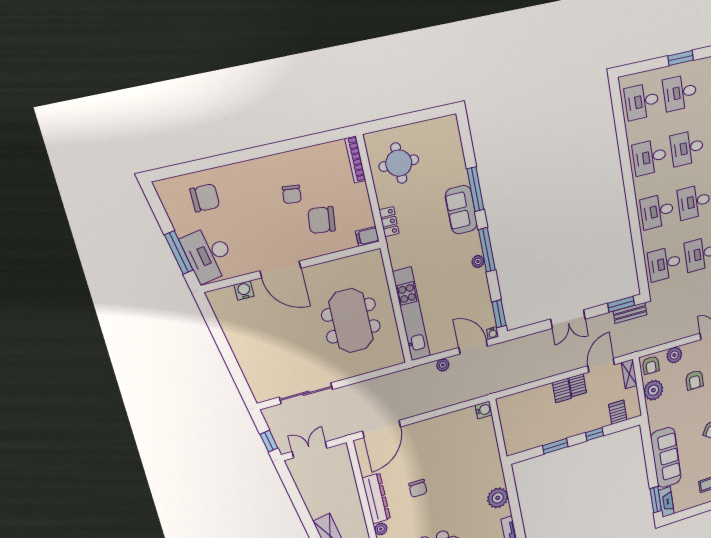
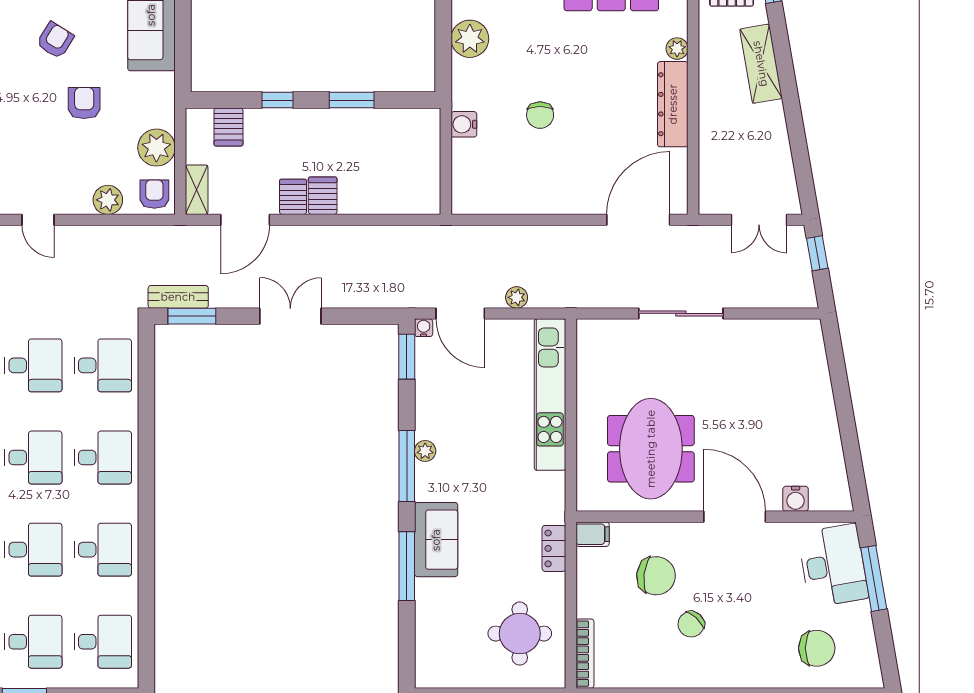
chair: (292, 194) -> (691, 624), turned -143
chair: (205, 198) -> (817, 648), turned 180
meeting table: (351, 321) -> (651, 449), moved
armchair: (694, 380) -> (84, 103), moved
sliding door: (306, 393) -> (681, 313), moved
water cooler: (484, 410) -> (464, 124), moved
chair: (418, 488) -> (540, 115), moved, turned 180

